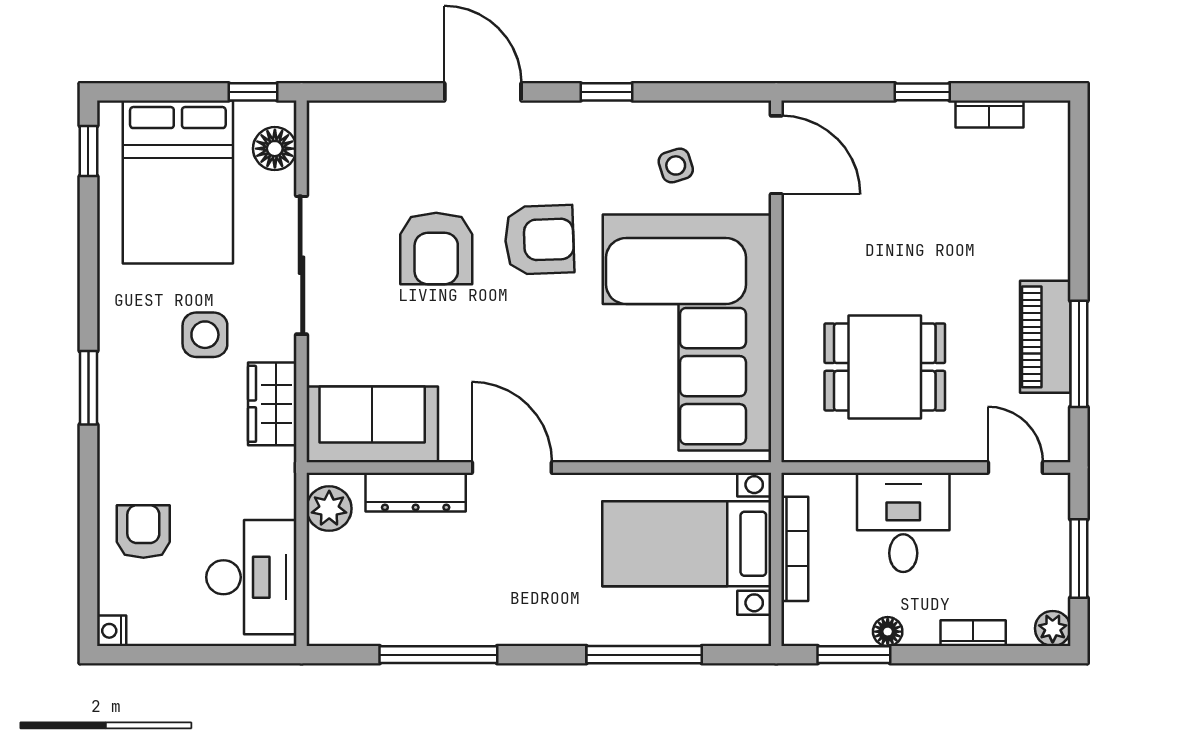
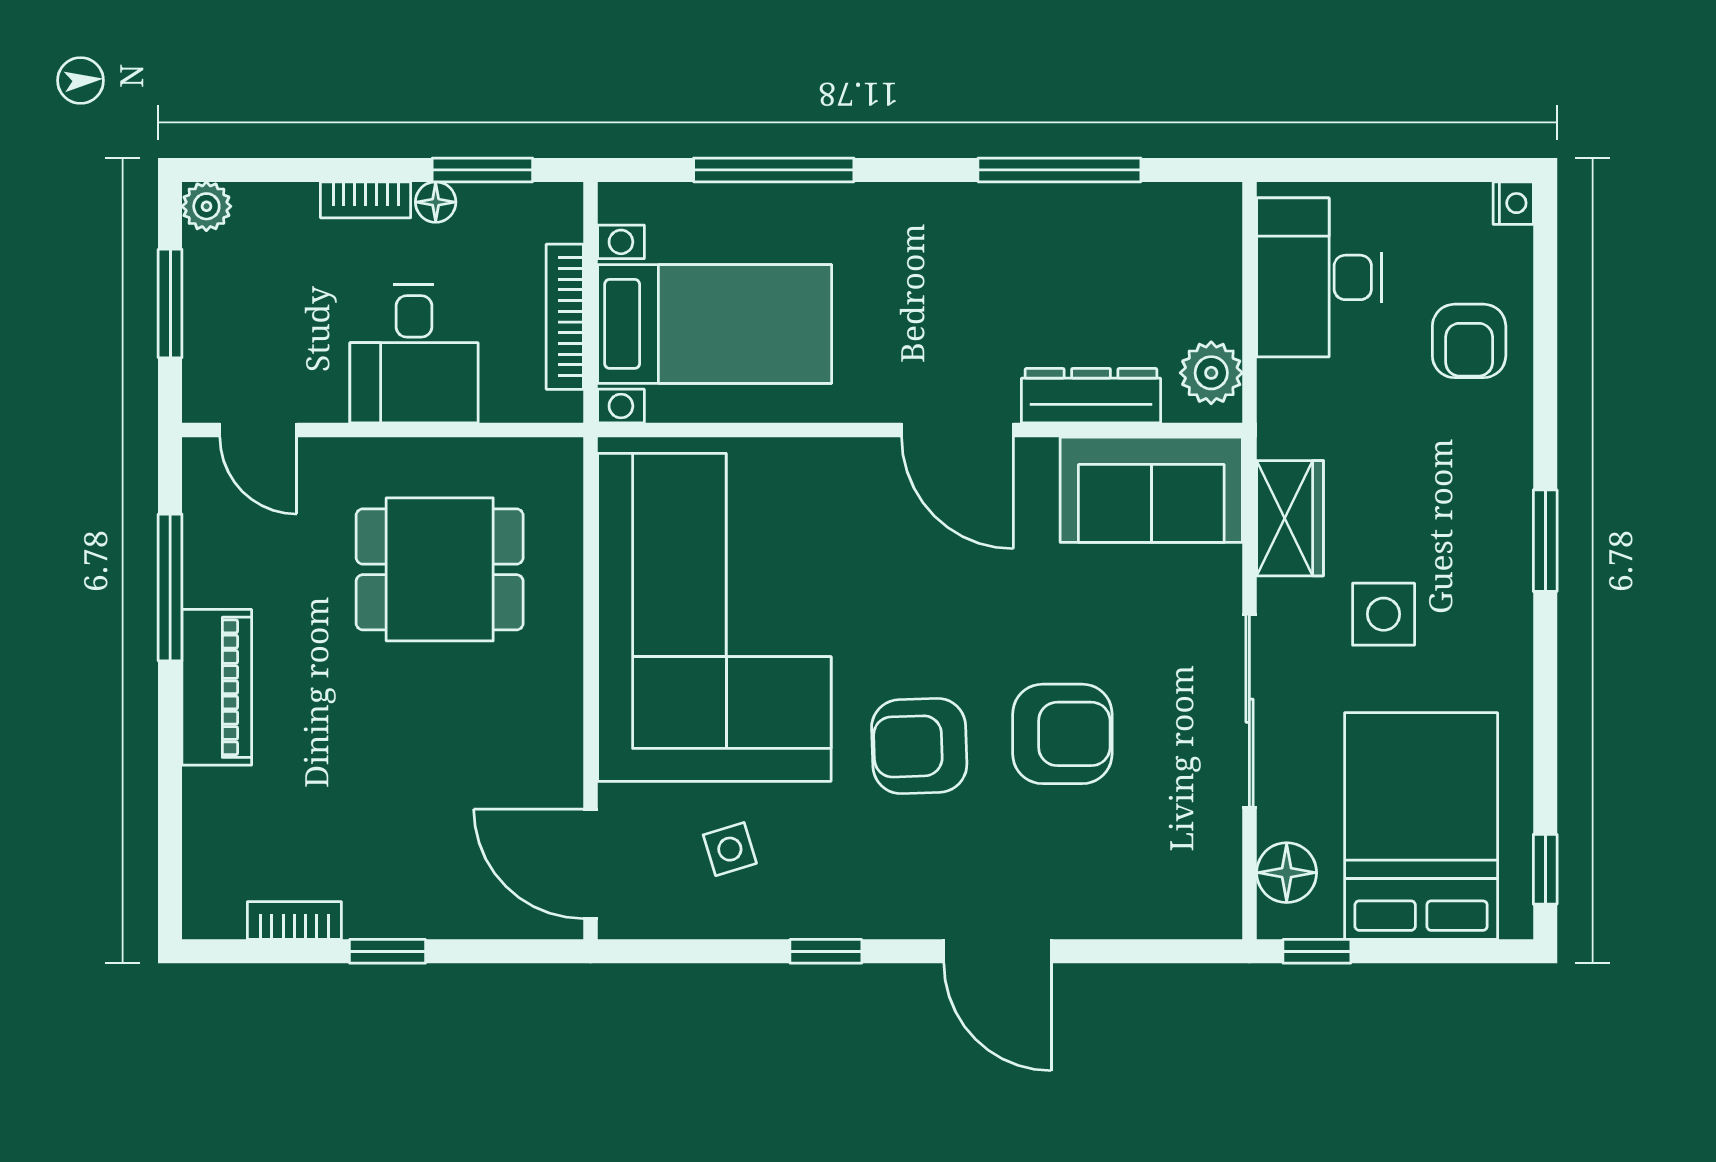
armchair: (436, 248) -> (1062, 734), turned 90
piano: (1045, 337) -> (217, 687), moved
bookcase: (973, 633) -> (366, 200), moved

